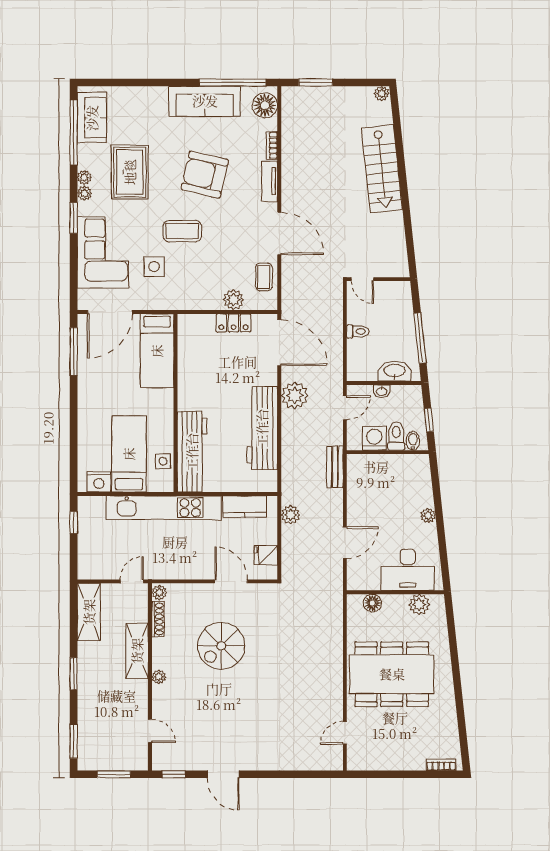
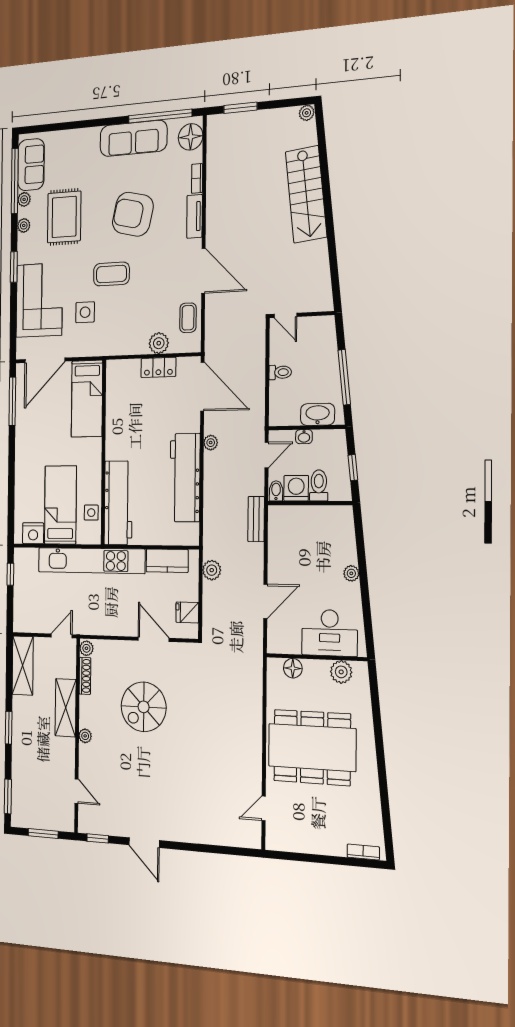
plant: (84, 193) -> (24, 199), moved
plant: (295, 395) -> (211, 443), width x0.53, depth x0.53
bidet: (413, 441) -> (276, 491), moved

